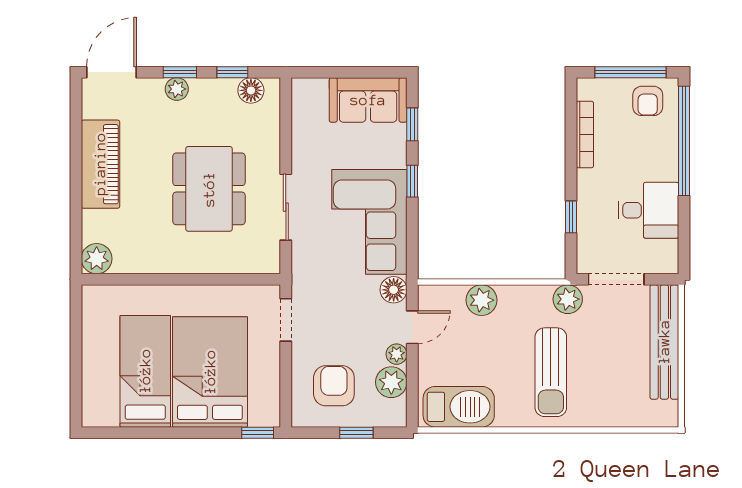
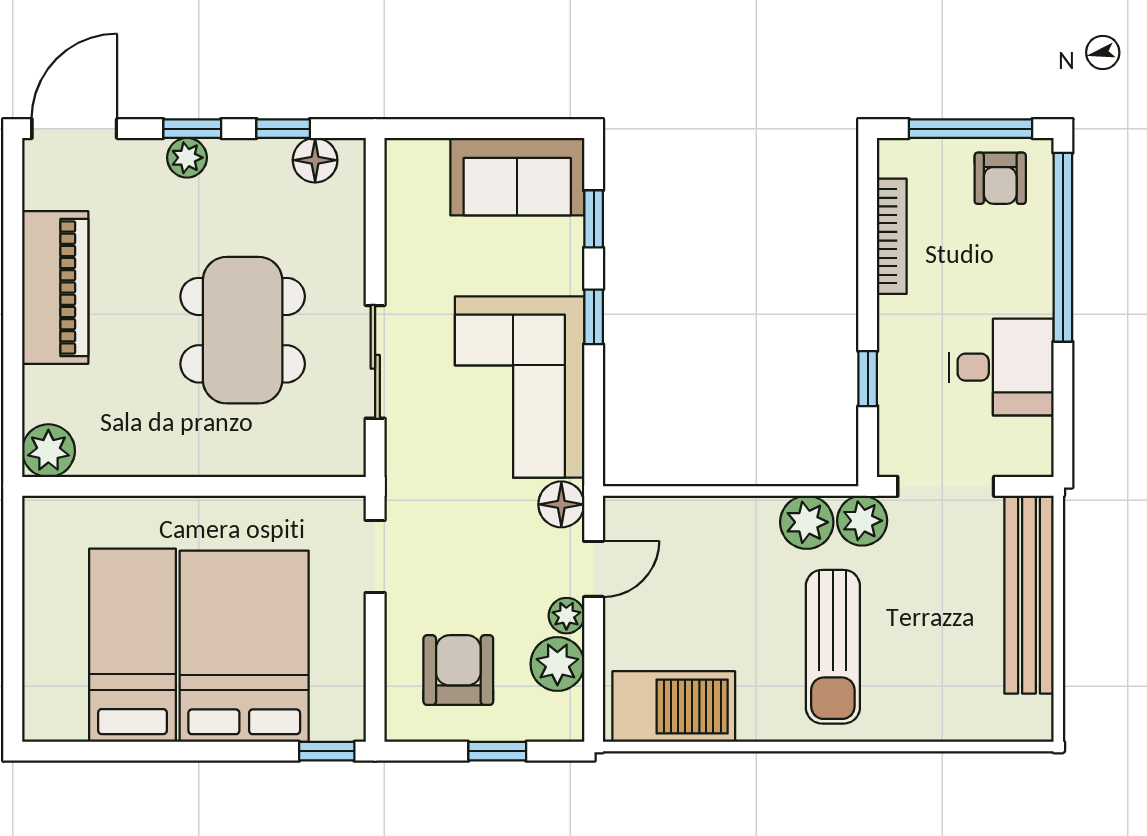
plant: (482, 300) -> (807, 522), moved

